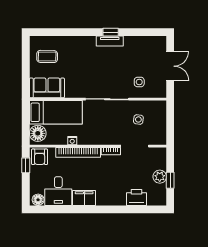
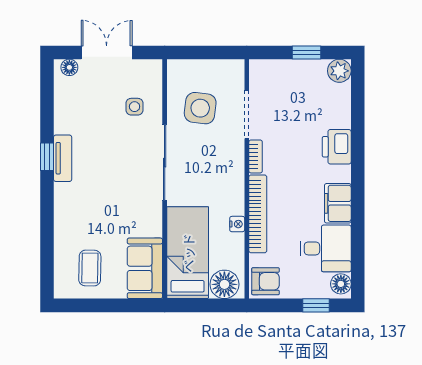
floor lamp: (162, 45) -> (69, 67), added
side table: (138, 119) -> (200, 108), width x1.87, depth x1.87
window: (26, 165) -> (316, 305), moved
plant: (160, 177) -> (339, 71), moved
printer: (137, 197) -> (337, 147), moved

